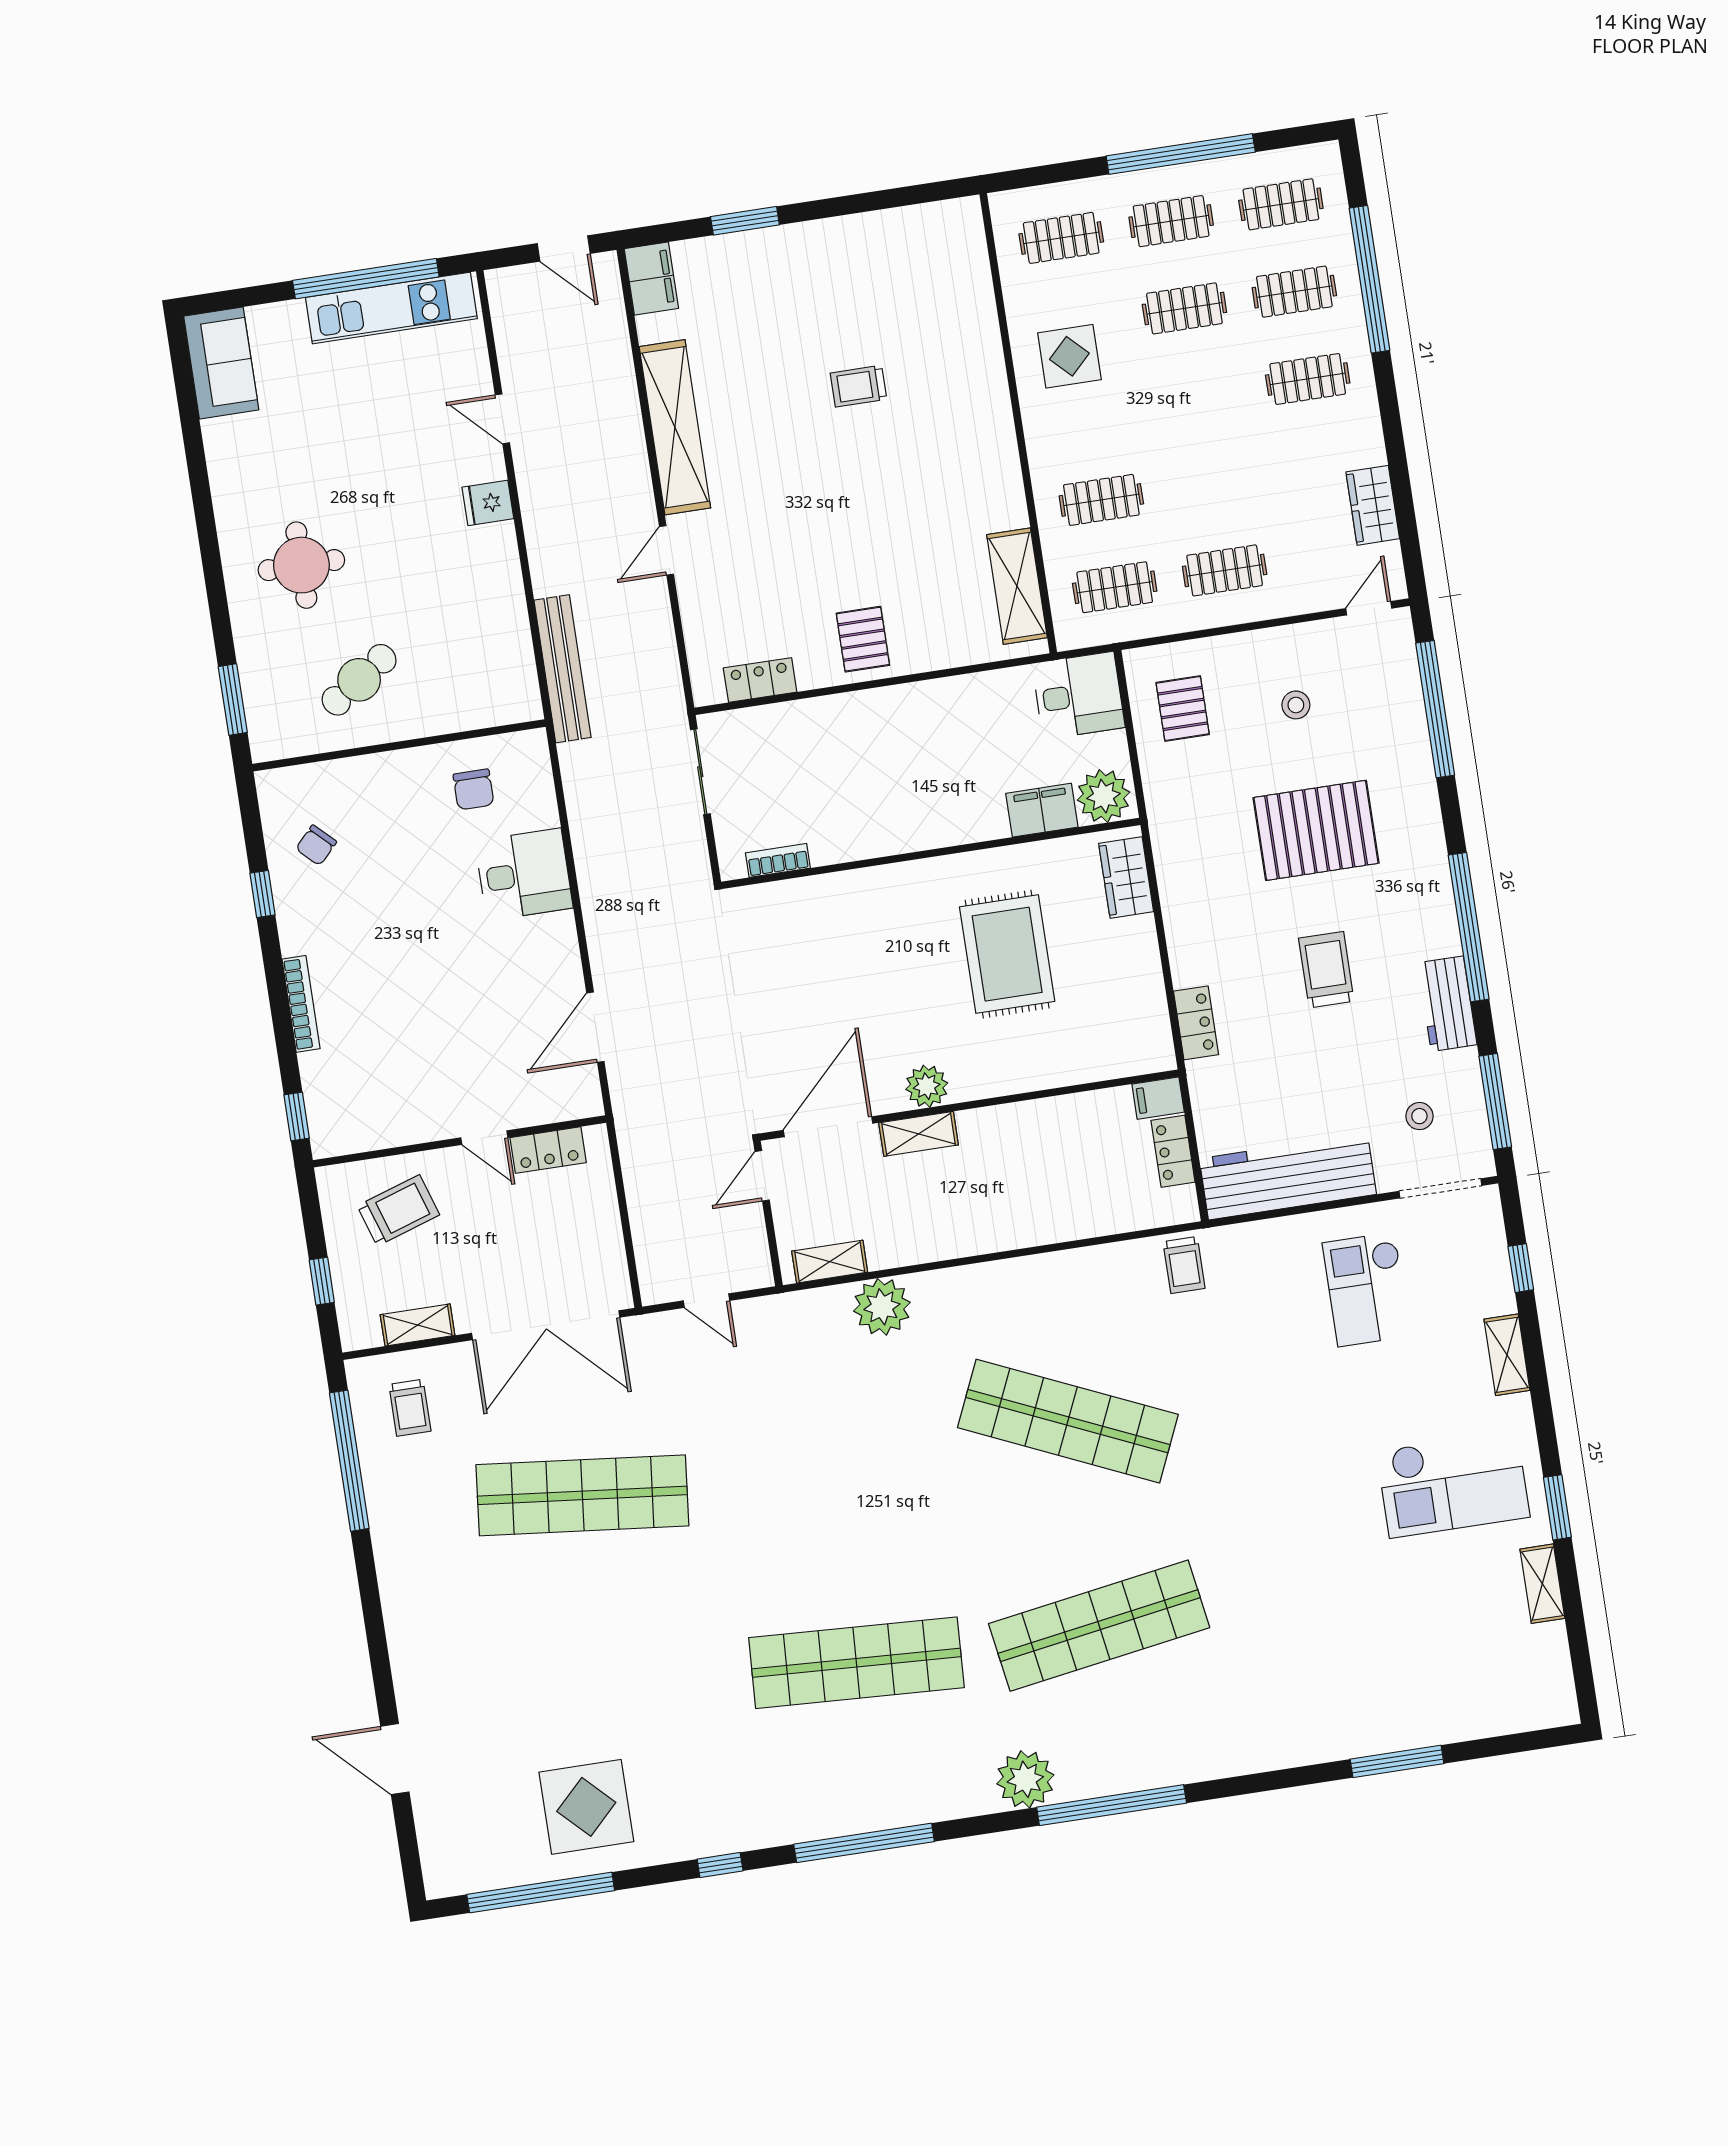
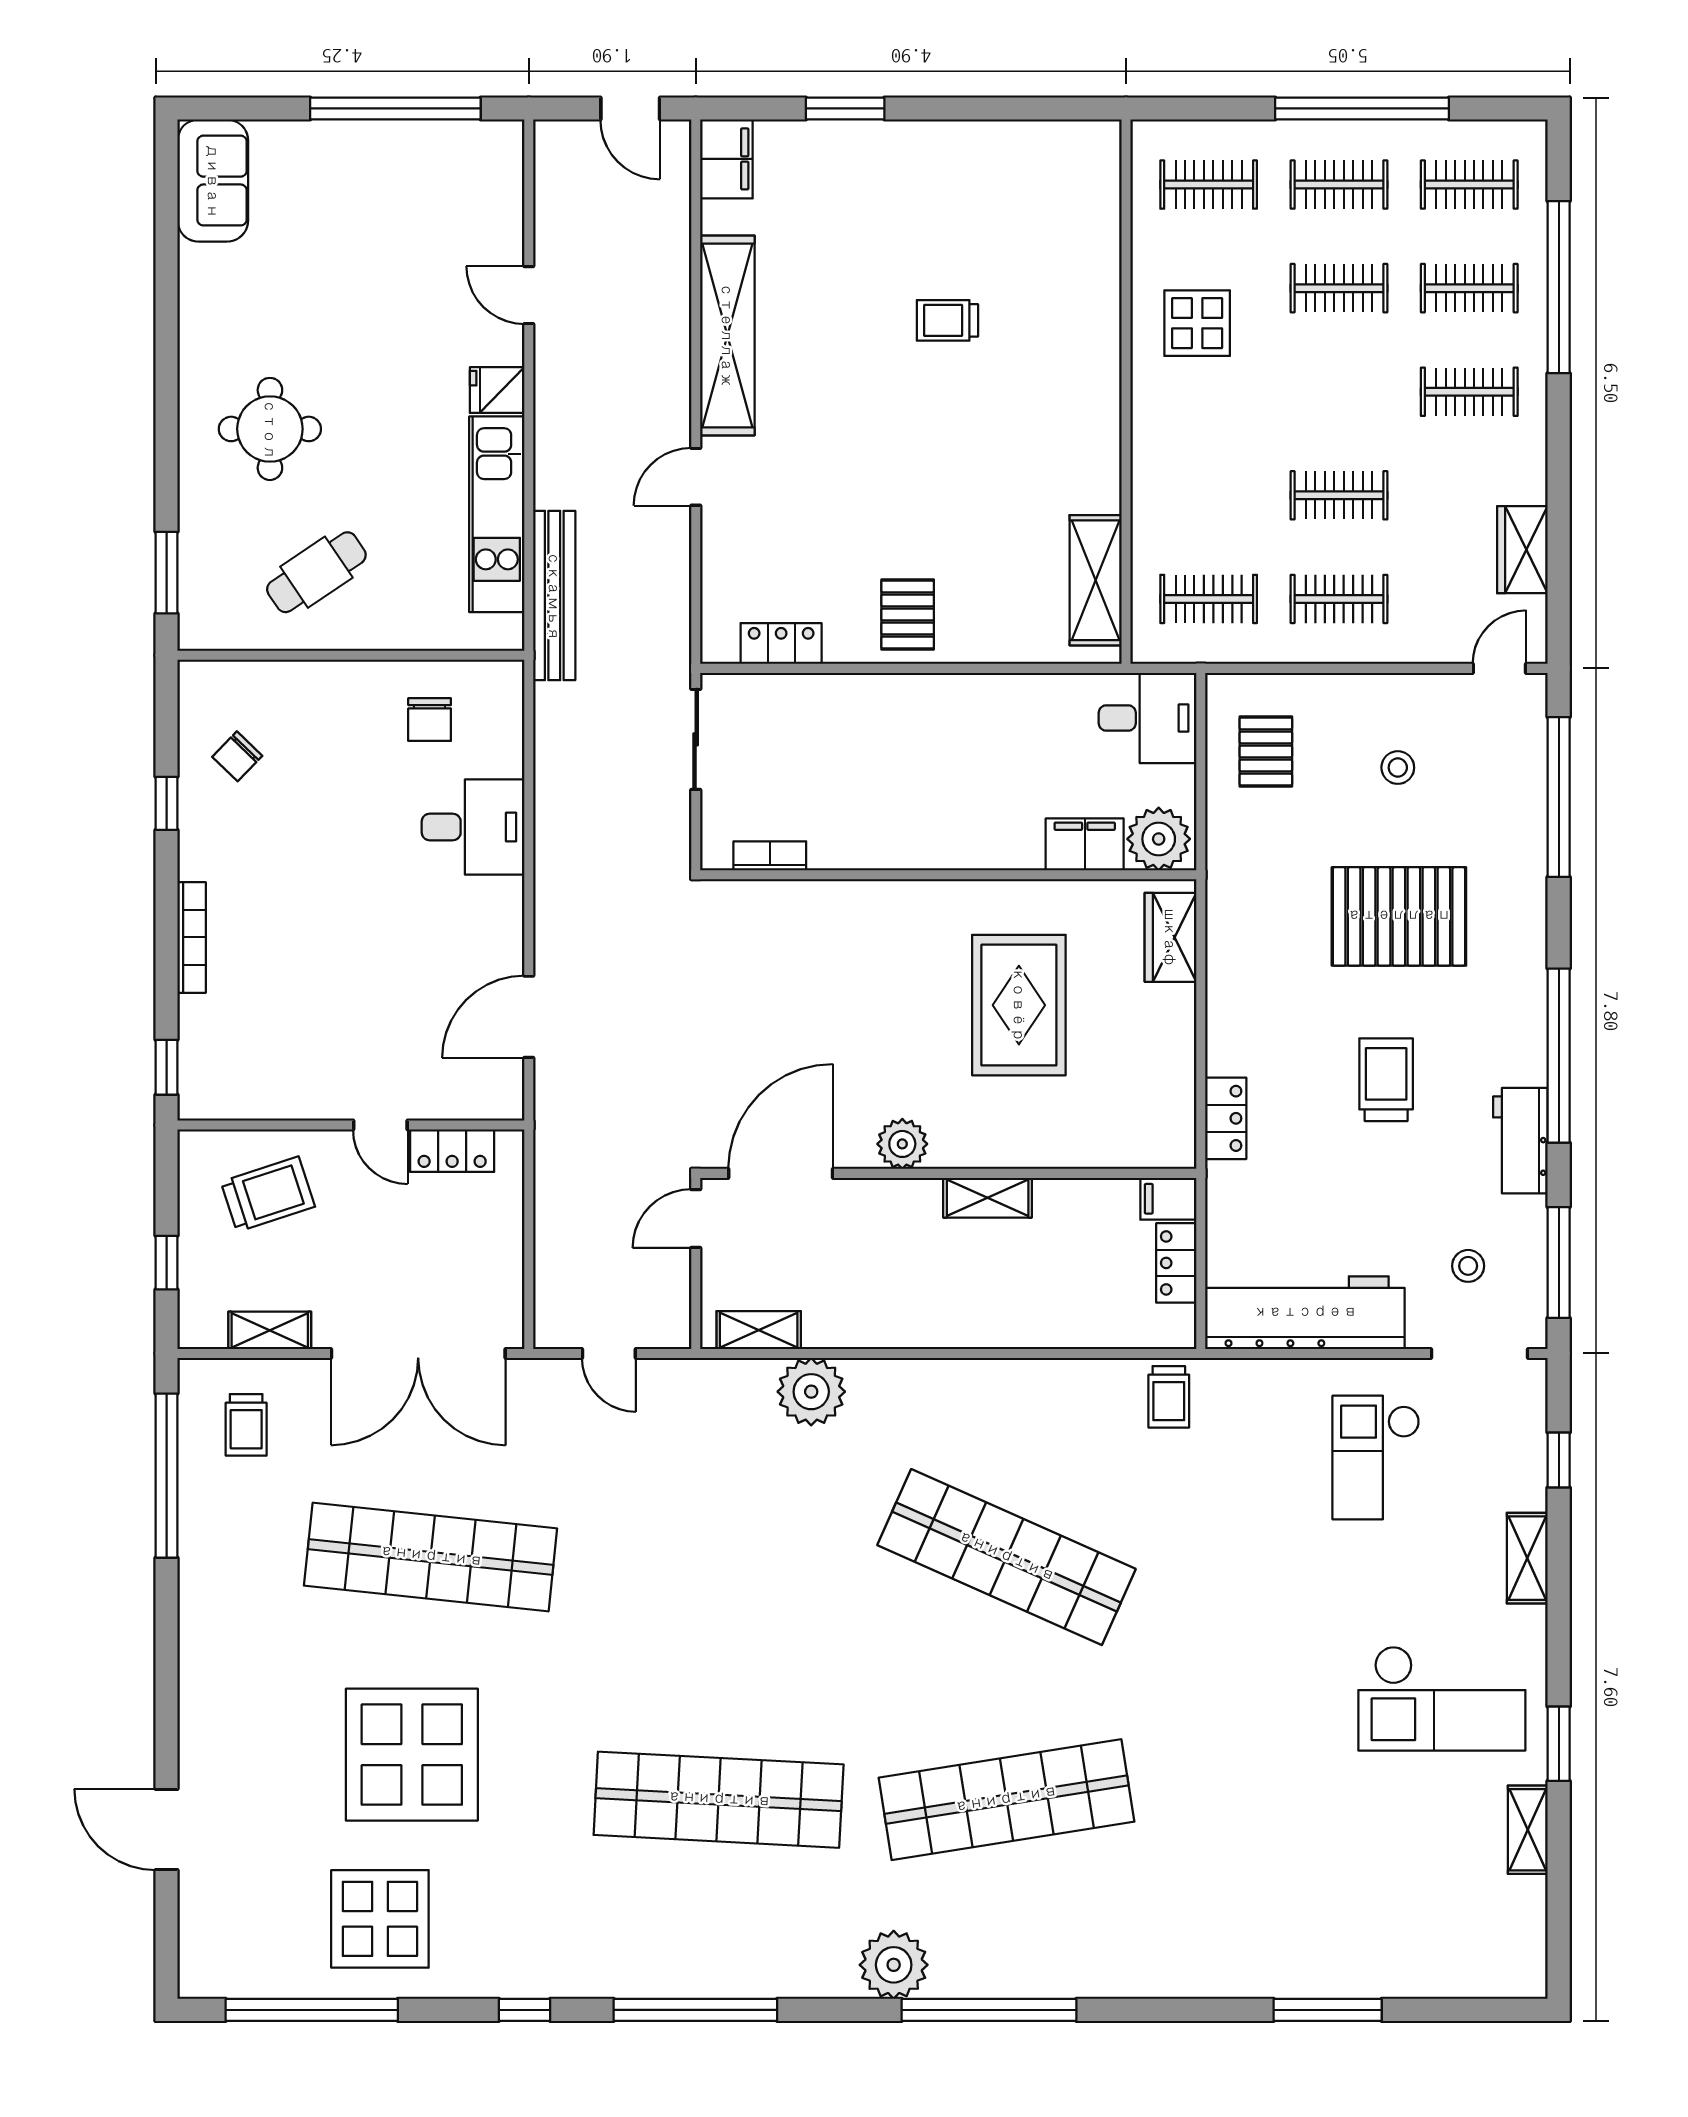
kitchen unit: (391, 308) -> (497, 514), moved, turned 90
clothes rail: (1101, 500) -> (1339, 495), moved
shelving: (919, 1134) -> (988, 1198), moved
display table: (592, 1664) -> (412, 1755), added

